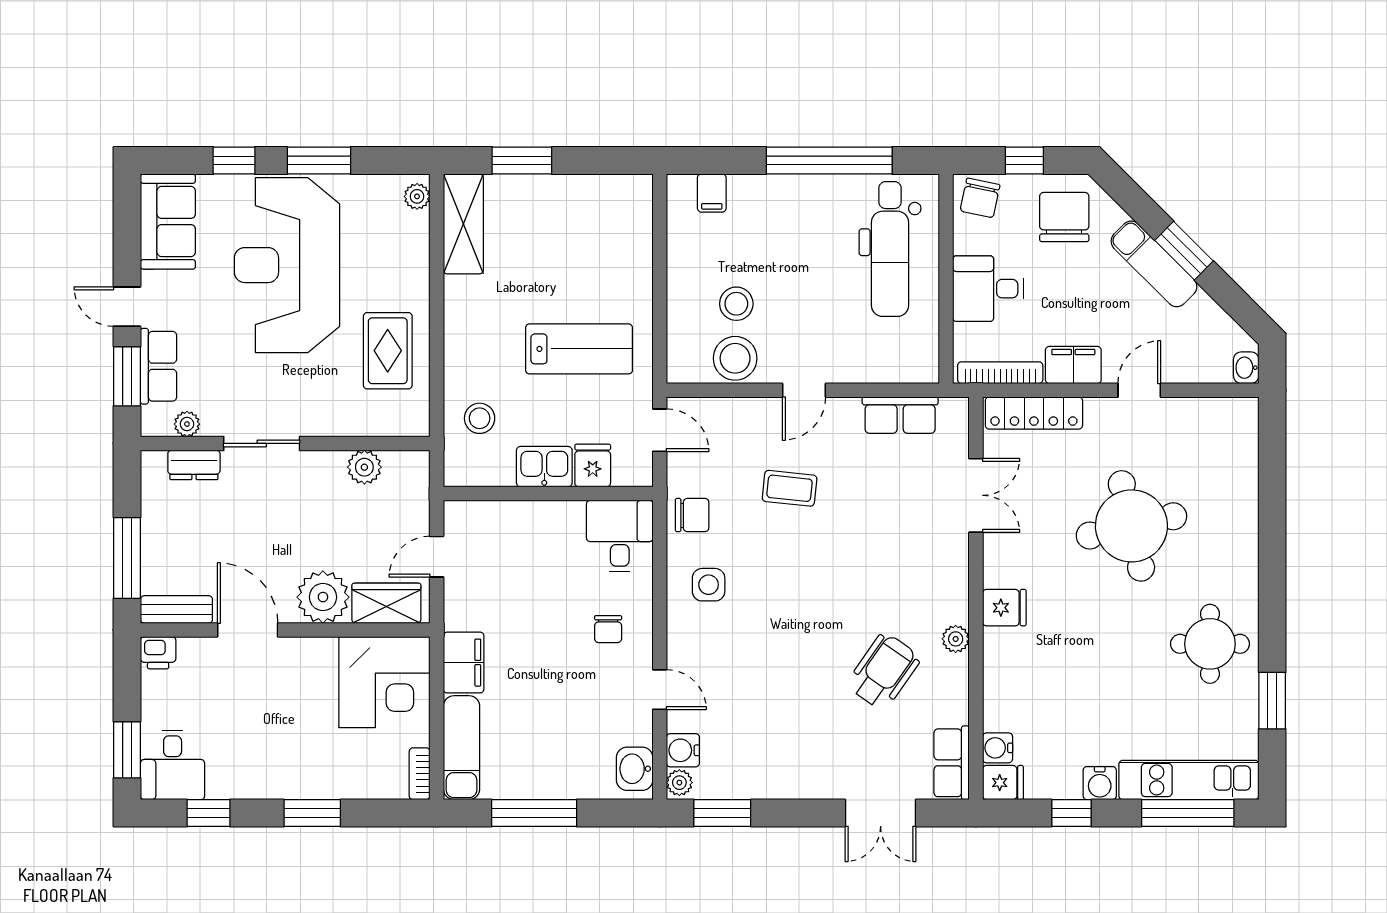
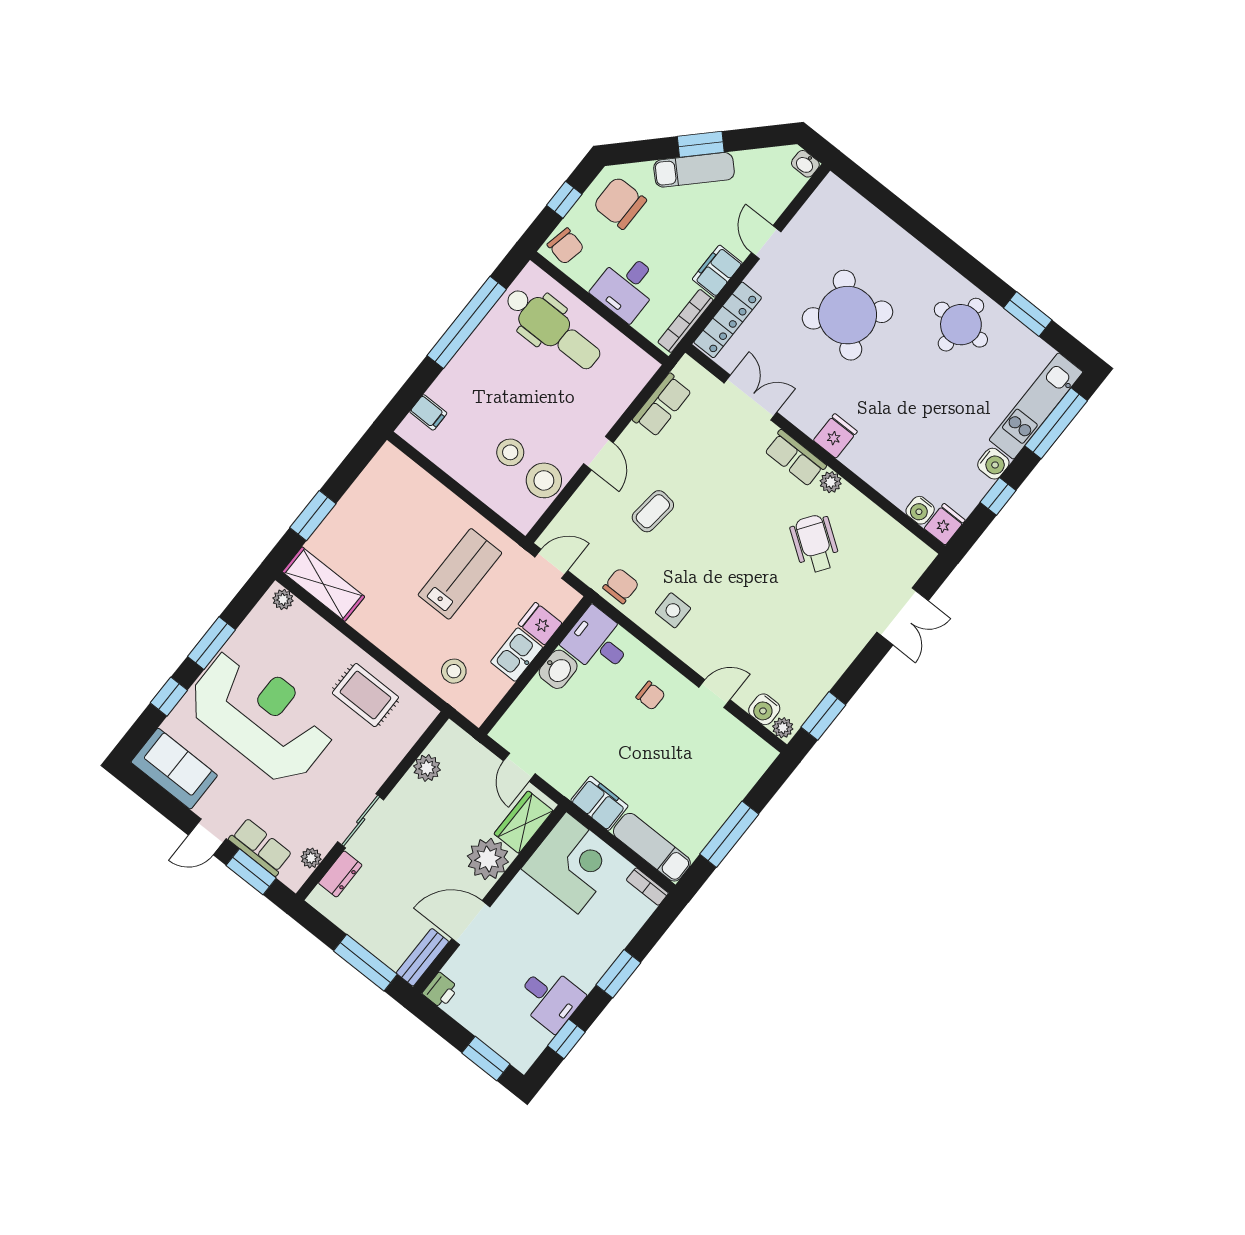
reception desk: (287, 265) -> (261, 716), turned 180
round table: (1131, 526) -> (847, 315), turned -31
row of seats: (952, 763) -> (795, 458), moved
desk: (173, 765) -> (550, 998), moved
washbasin: (635, 769) -> (558, 669), moved, turned -90

